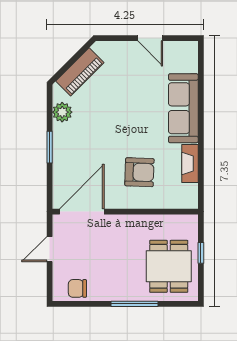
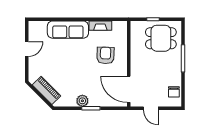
plant: (62, 112) -> (82, 101), moved

